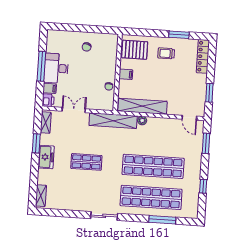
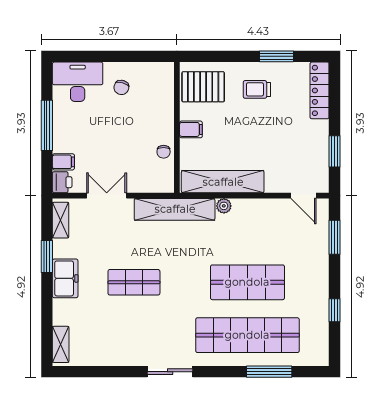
desk: (56, 68) -> (78, 82), moved, turned 90
shop shelf: (153, 166) -> (247, 282), width x0.71

